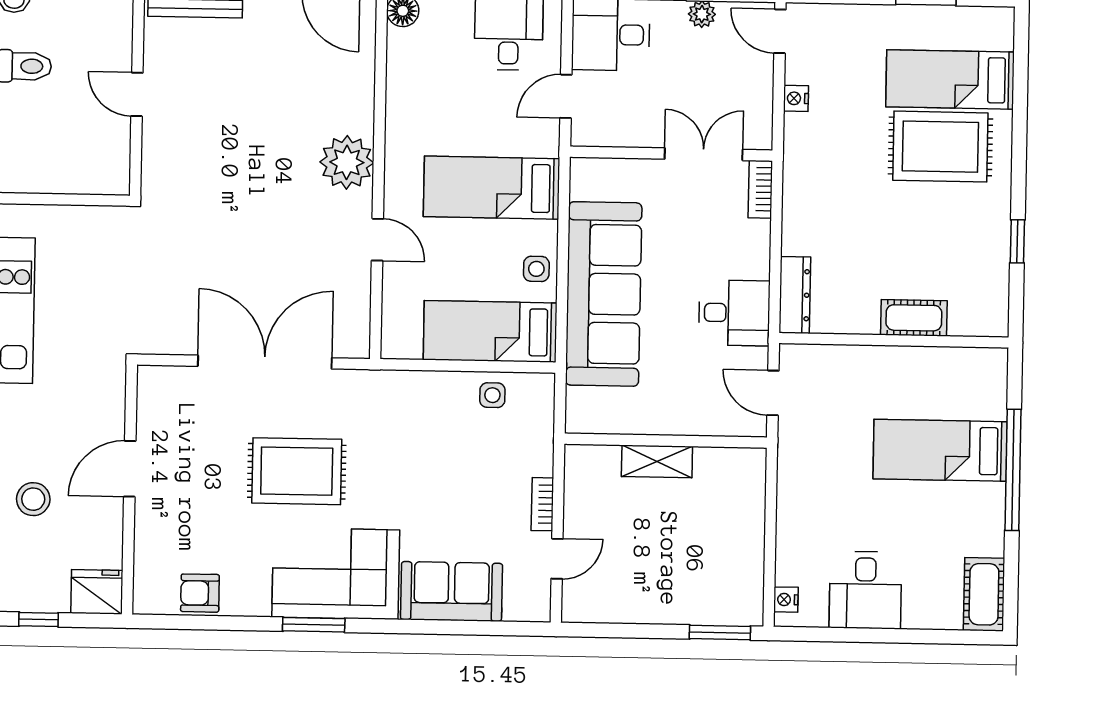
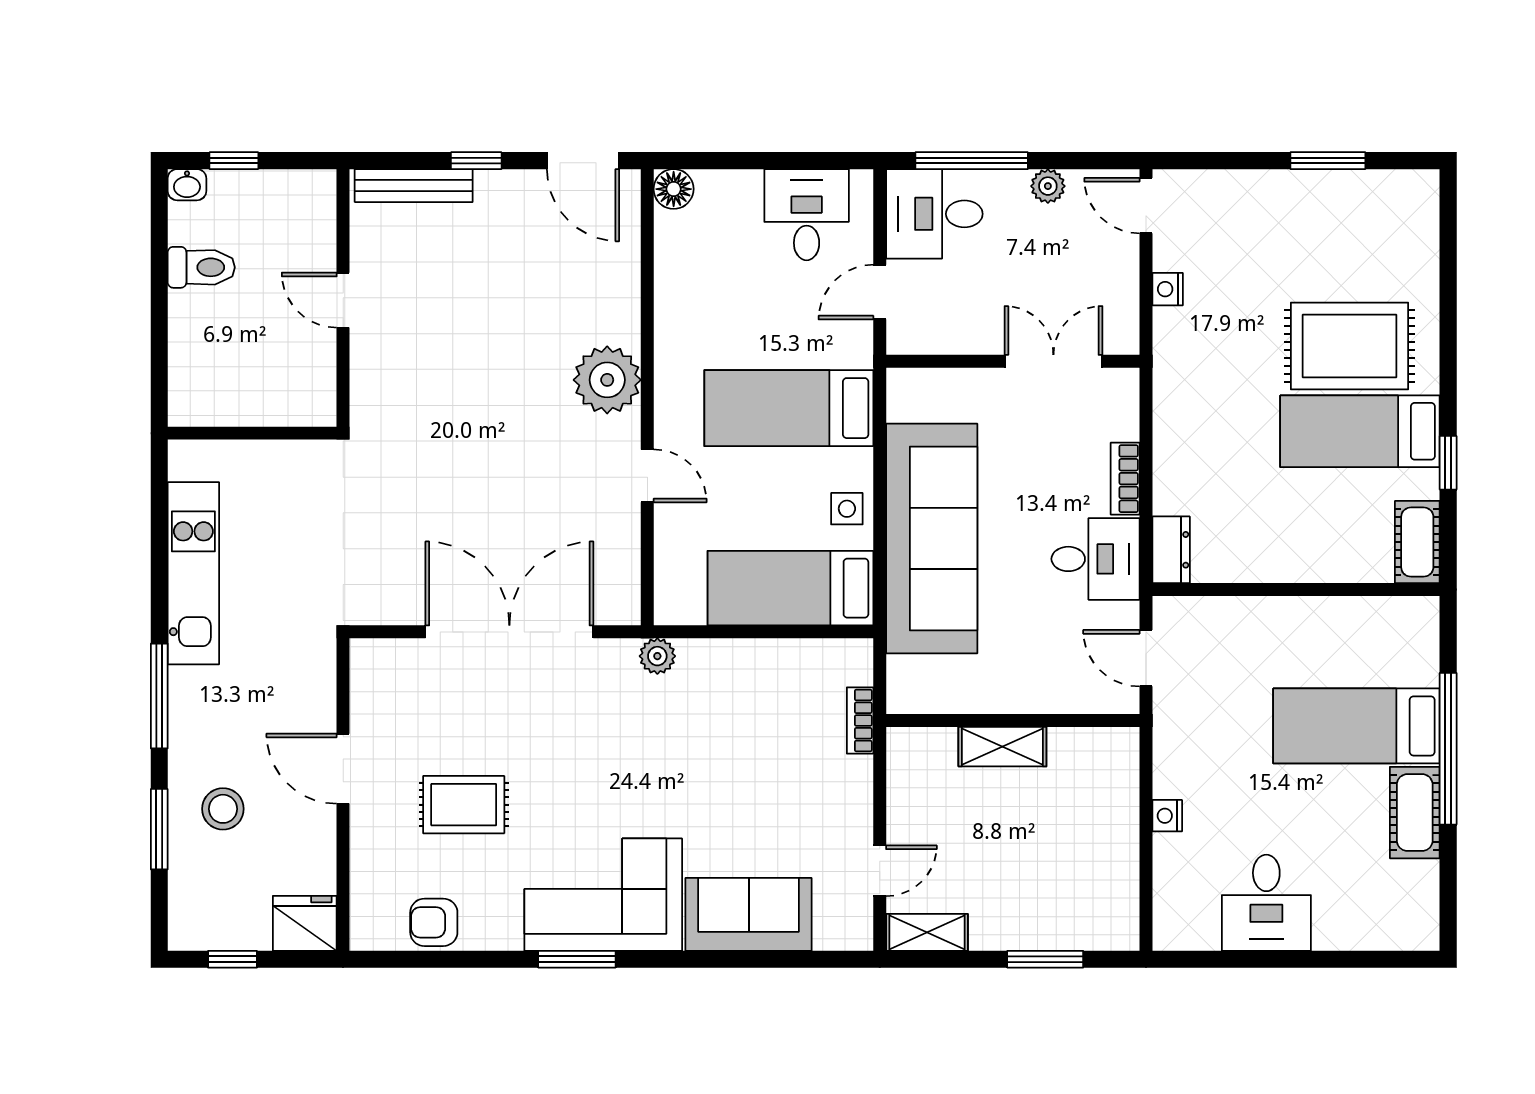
bed: (950, 79) -> (1360, 431), moved
bookcase: (760, 189) -> (1125, 479), moved
dresser: (795, 295) -> (1171, 550), width x0.70
cot: (914, 318) -> (1417, 542), moved, turned 90
plant: (383, 384) -> (657, 656), added
side table: (492, 395) -> (795, 668), removed
door: (130, 469) -> (343, 769), hinge flipped
rug: (297, 471) -> (464, 805), moved, width x0.73, depth x0.70
bookcase: (542, 504) -> (860, 721), moved
cot: (984, 594) -> (1415, 813), moved
nightstand: (786, 600) -> (1167, 816), moved
shelving: (594, 609) -> (927, 932), added
window: (720, 633) -> (1045, 959), moved

